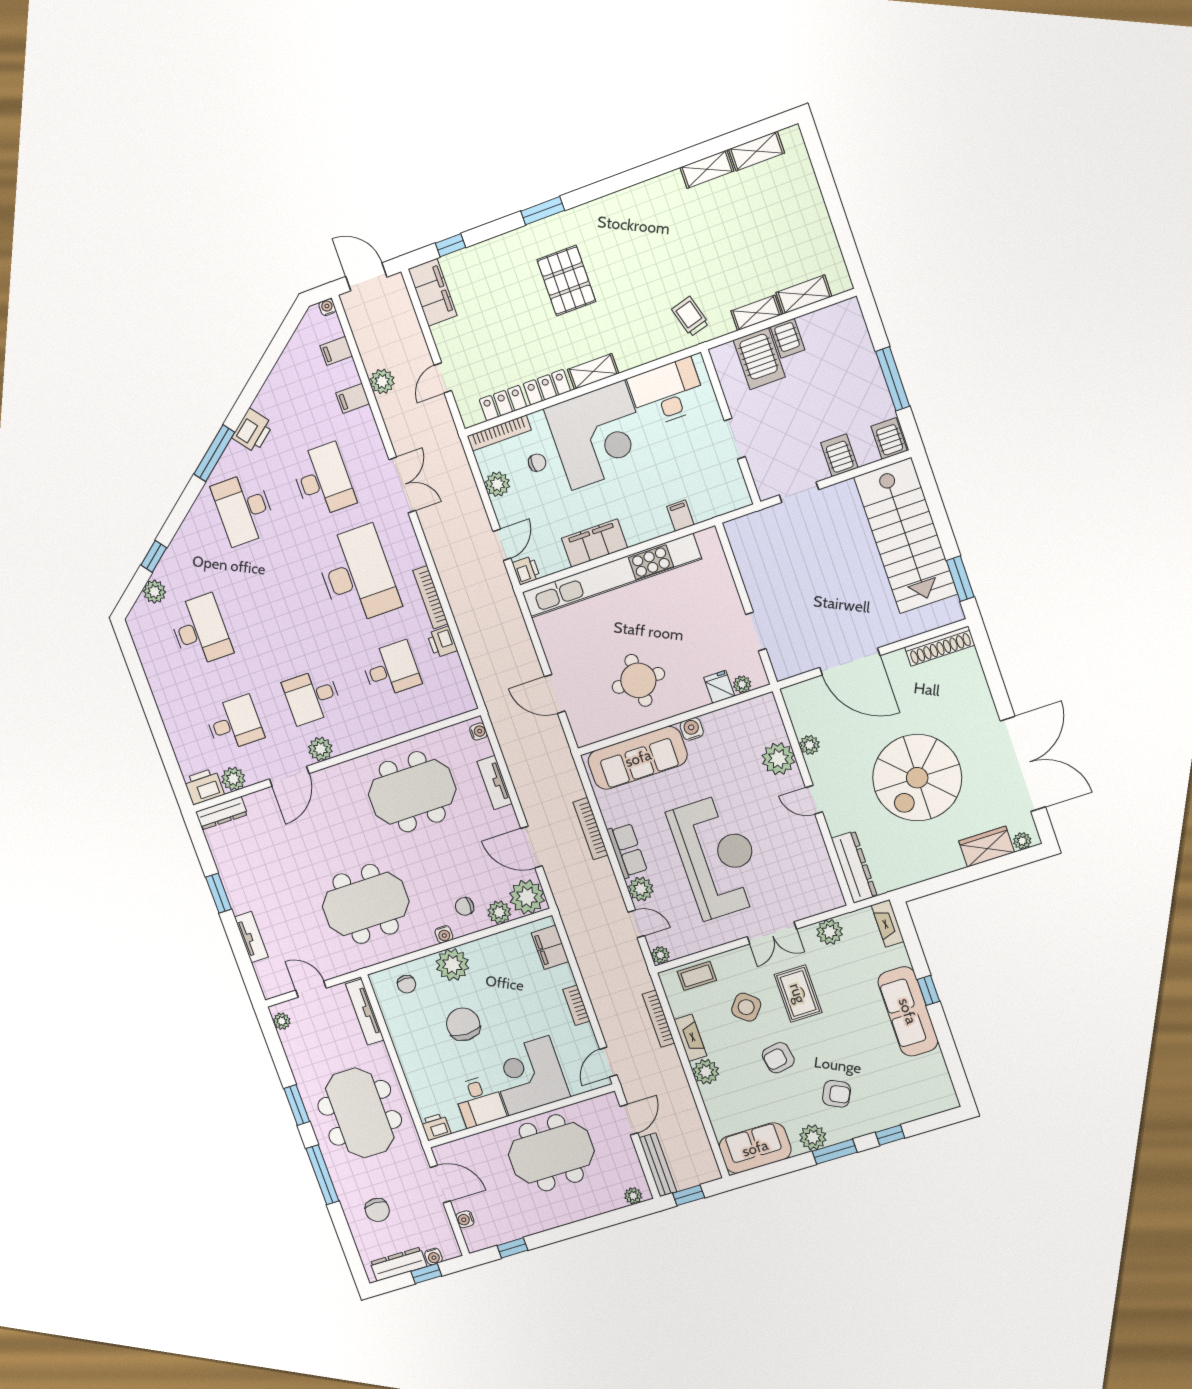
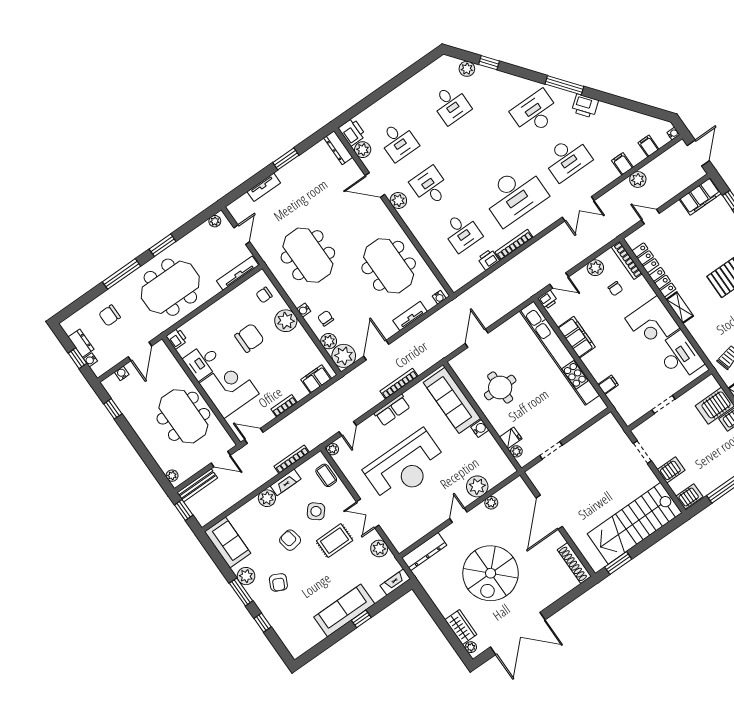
corner desk: (598, 435) -> (652, 323), width x0.74, depth x0.74
desk: (200, 630) -> (451, 104), width x0.73
spiral stairs: (917, 778) -> (491, 573), turned -90
plant: (641, 889) -> (371, 425), removed
dresser: (398, 1264) -> (81, 343), width x0.70

